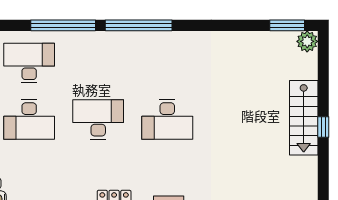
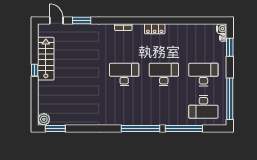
stairs: (304, 118) -> (46, 59), moved
desk: (98, 119) -> (164, 75), turned 180

